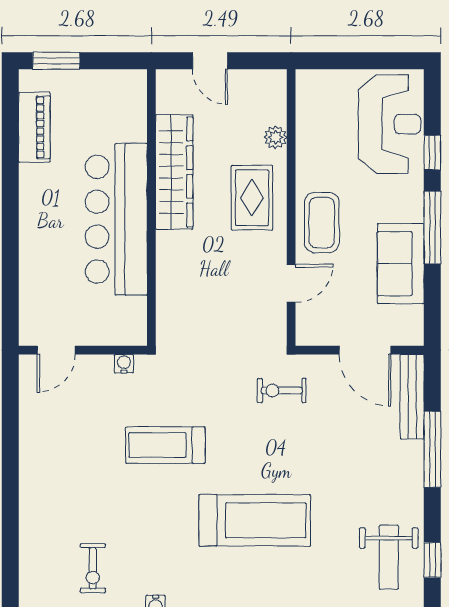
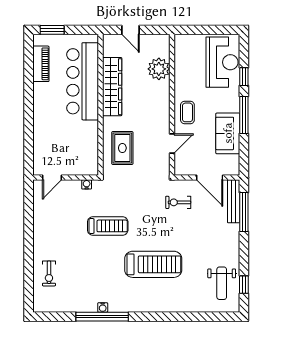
plant: (276, 137) -> (159, 69), width x1.87, depth x1.87
rug: (252, 198) -> (122, 148), moved
bar counter: (116, 219) -> (83, 81), moved
coffee table: (322, 223) -> (187, 112), width x0.73, depth x0.77
exercise bike: (282, 390) -> (178, 202), moved
treadmill: (165, 445) -> (108, 226), turned 180
window: (432, 449) -> (244, 212), moved
exercise bike: (93, 568) -> (49, 273), moved

